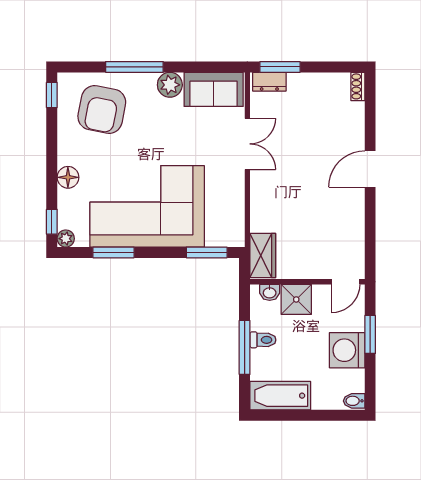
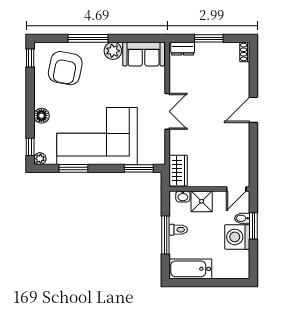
window: (280, 67) -> (209, 38), moved
double door: (247, 144) -> (167, 111), moved
bidet: (354, 401) -> (242, 218), moved

